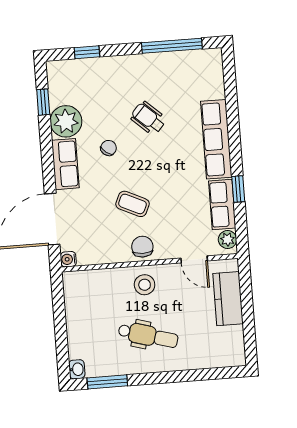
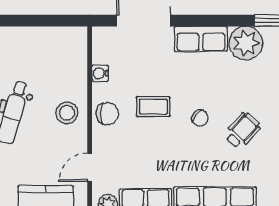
chair: (109, 148) -> (200, 118), moved
coffee table: (133, 204) -> (153, 107), turned 65
water cooler: (68, 259) -> (100, 73), moved, turned -90

